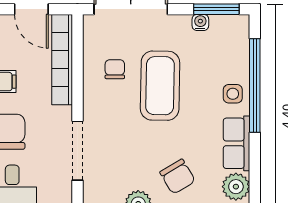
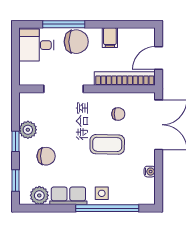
window: (216, 9) -> (159, 182), removed
coffee table: (160, 86) -> (107, 144), width x0.73, depth x0.76
chair: (178, 177) -> (46, 156), turned -149

